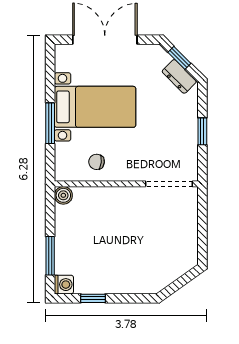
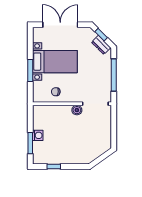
window: (202, 131) -> (114, 75), width x2.17
boiler: (63, 195) -> (77, 110), moved
washing machine: (64, 285) -> (38, 135), moved

